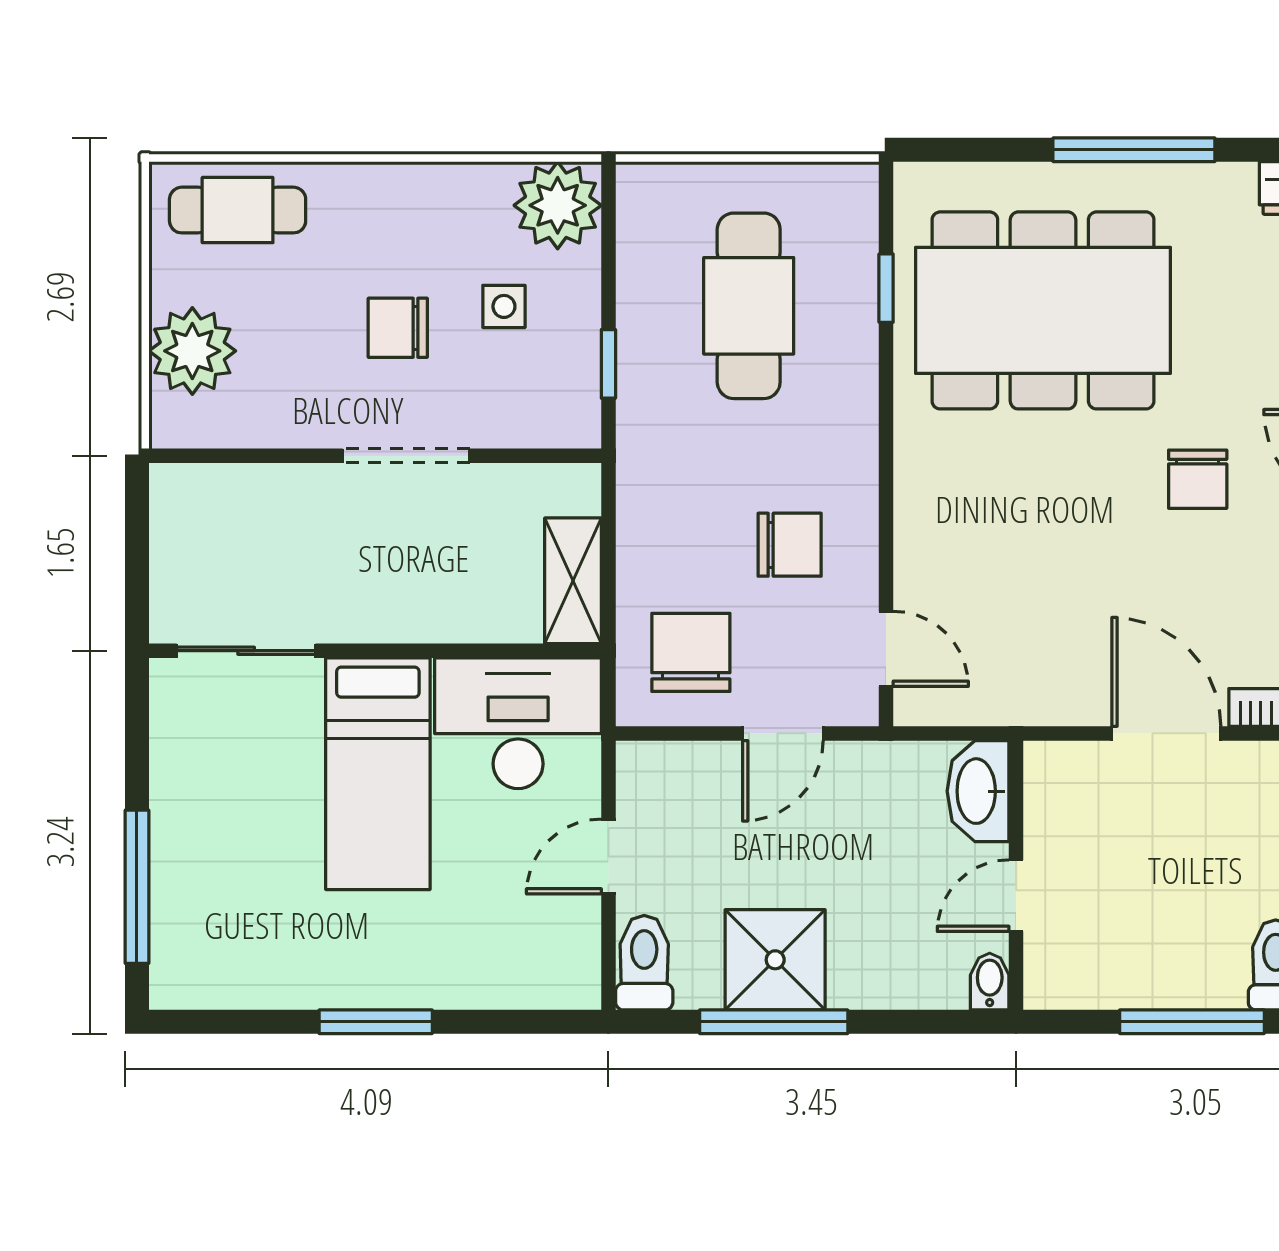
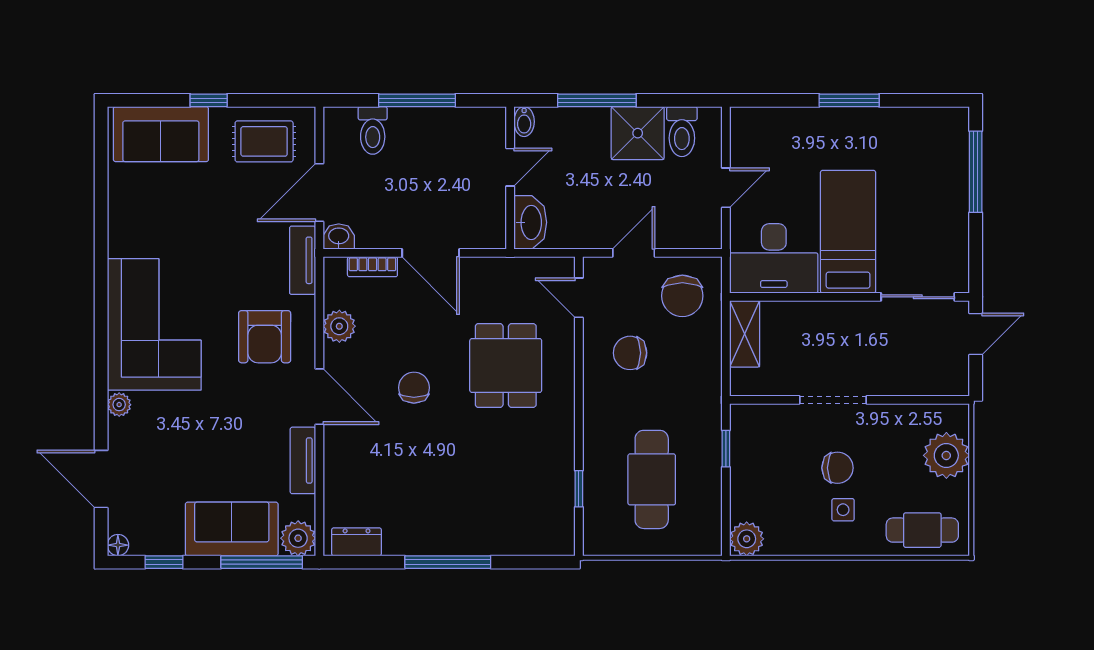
plant: (558, 205) -> (747, 539), width x0.73, depth x0.73
side table: (504, 306) -> (843, 510), moved
dining table: (1043, 310) -> (506, 366), moved, width x0.53, depth x0.80
door: (137, 580) -> (976, 334), added
toilet: (644, 963) -> (682, 132), moved
window: (774, 1022) -> (597, 100), moved

